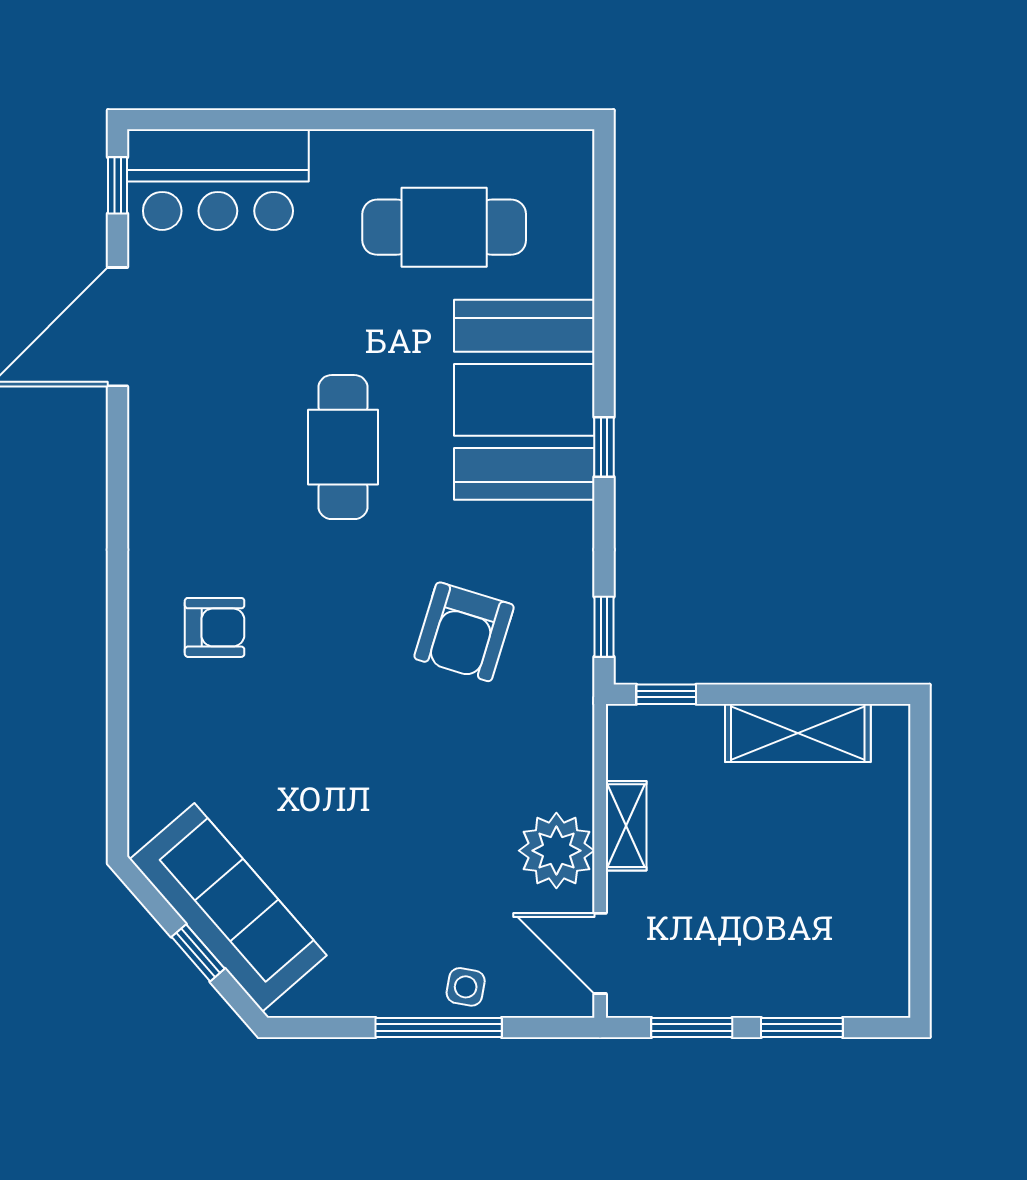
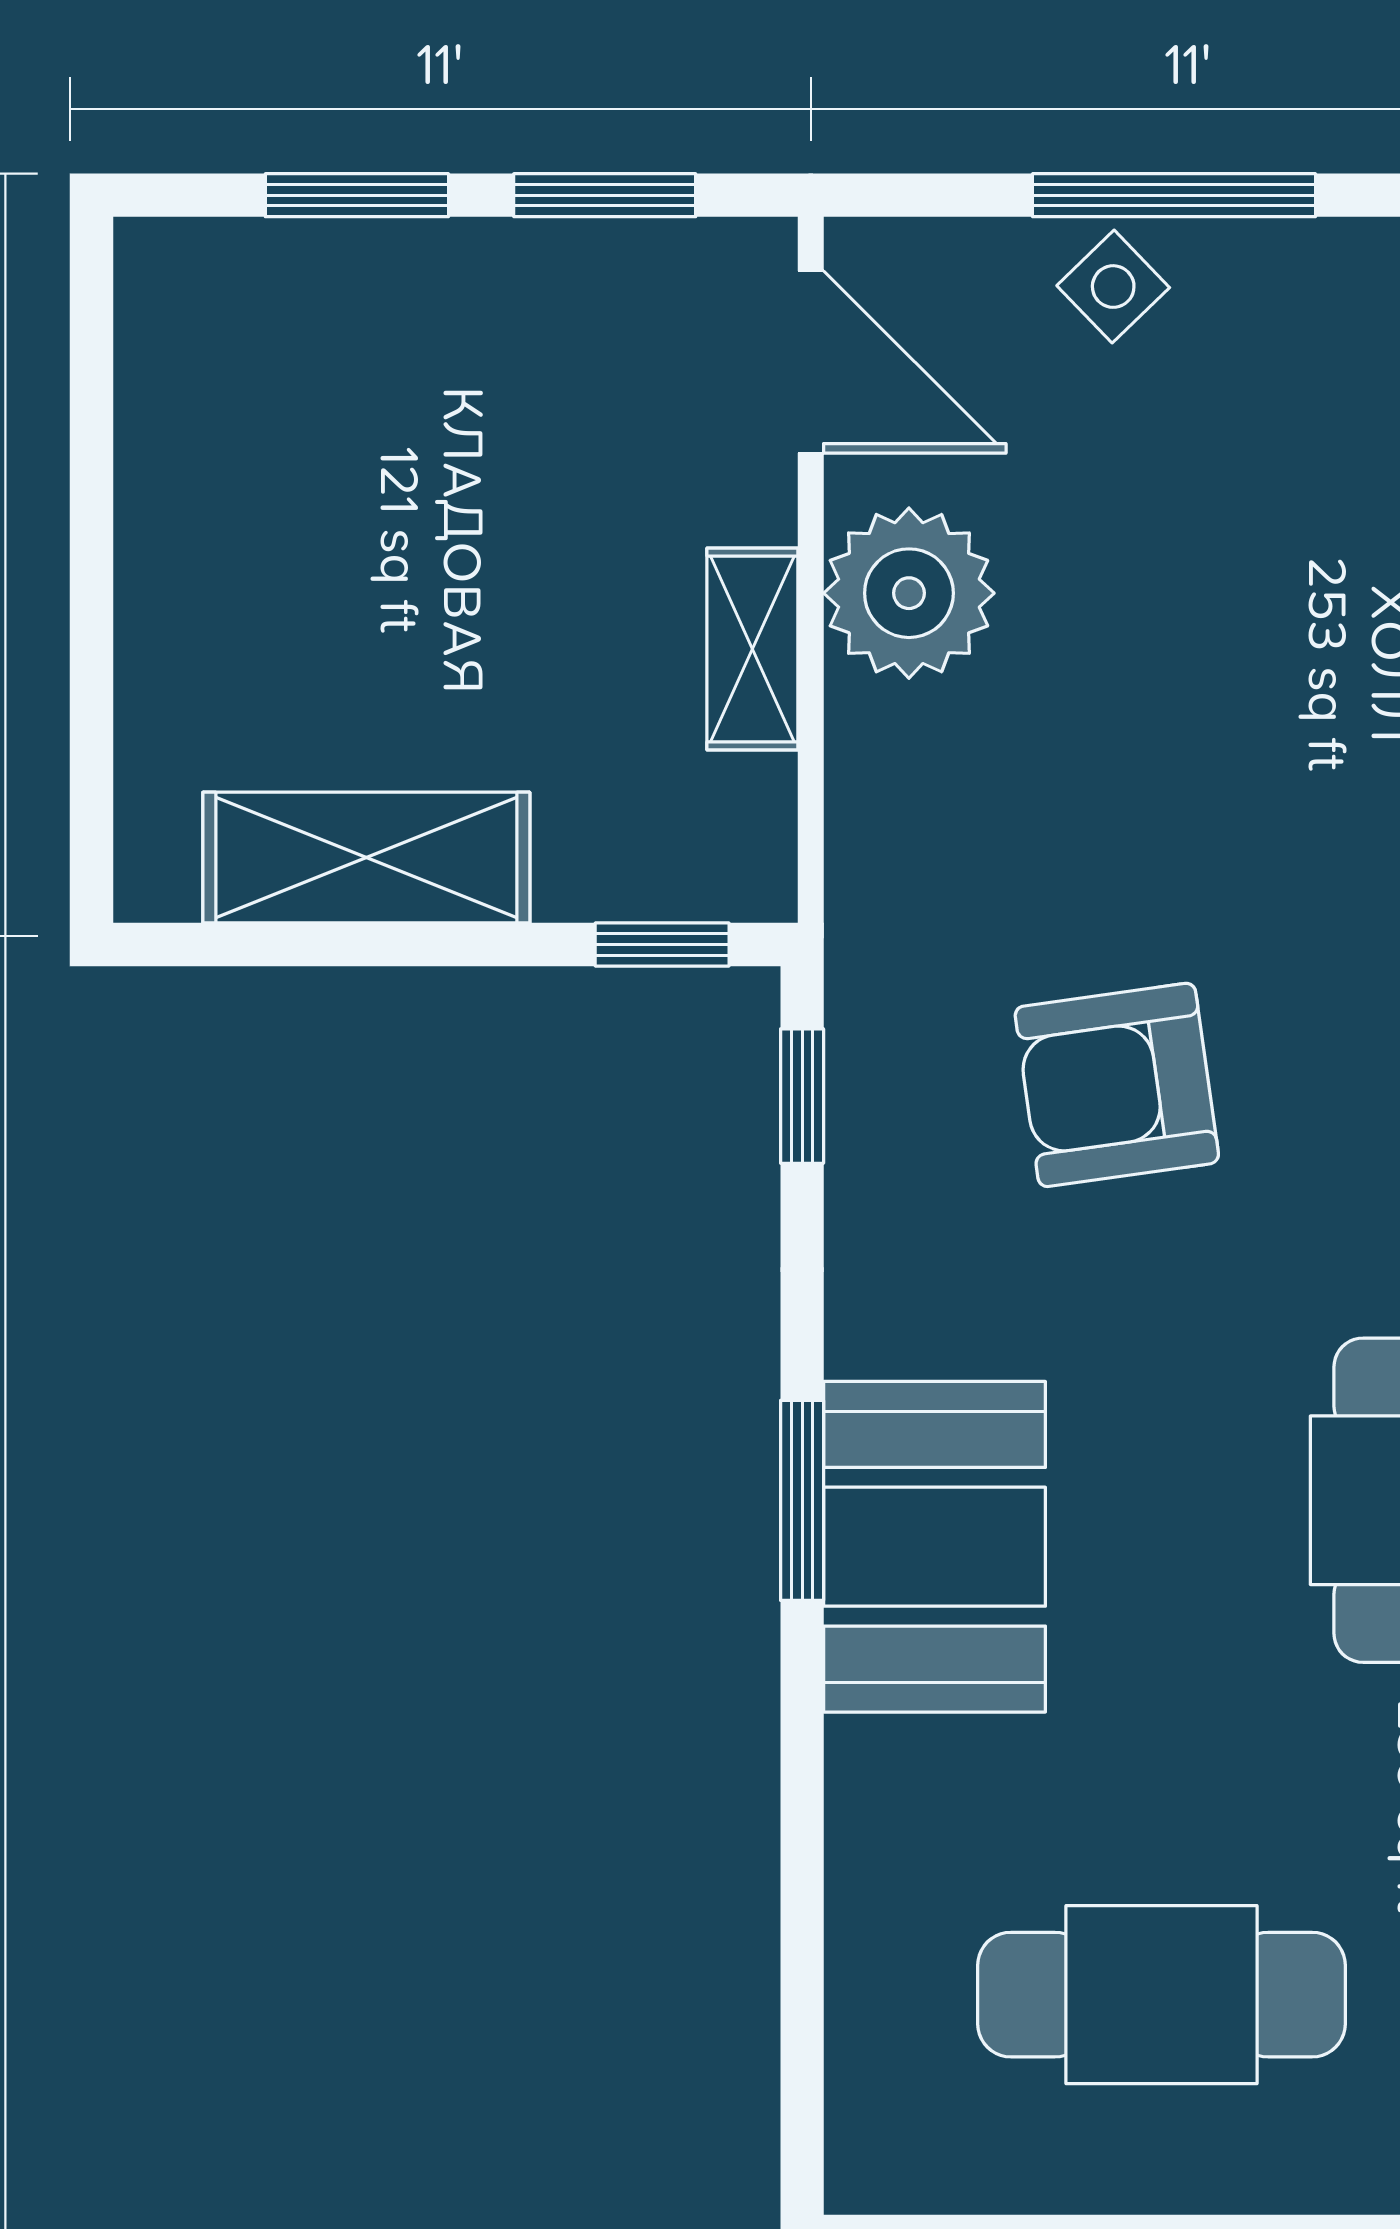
booth: (524, 400) -> (935, 1547), width x0.73, depth x0.70
window: (604, 447) -> (802, 1500), width x1.50
armchair: (464, 632) -> (1117, 1085), turned -115
side table: (466, 987) -> (1113, 287), turned 36

